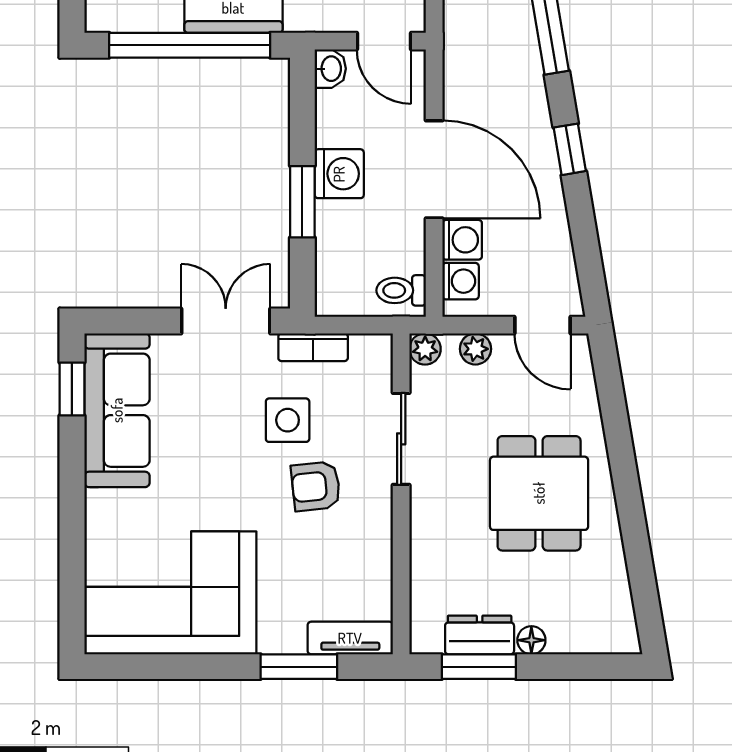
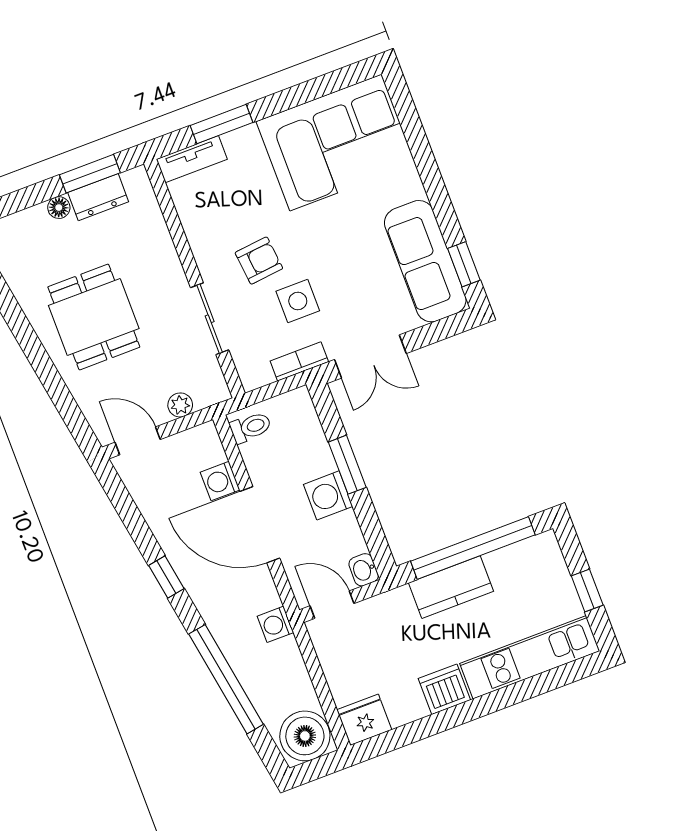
washing machine: (461, 281) -> (275, 624), moved
plant: (425, 349) -> (217, 391), removed

